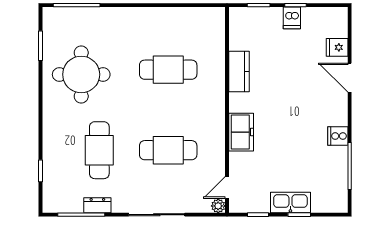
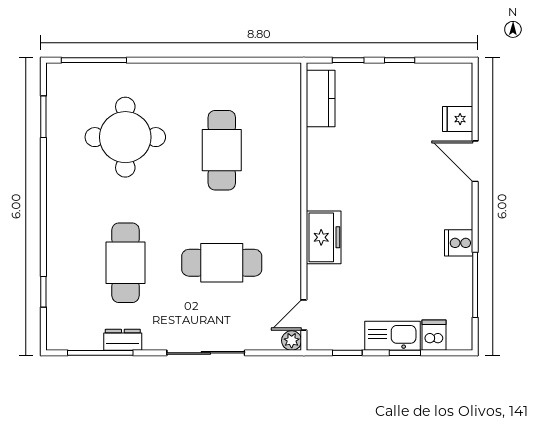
dishwasher: (292, 18) -> (434, 335), moved, turned 180
cafe table: (168, 70) -> (222, 150), turned 90
kitchen counter: (239, 72) -> (321, 98), moved
round table: (81, 74) -> (125, 137), moved

